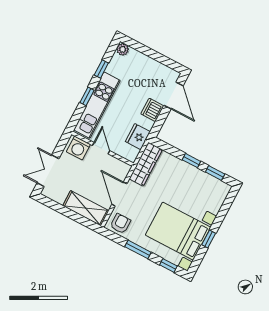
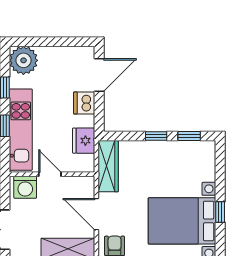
plant: (123, 49) -> (23, 60), width x1.87, depth x1.87
door: (173, 96) -> (99, 75), hinge flipped

